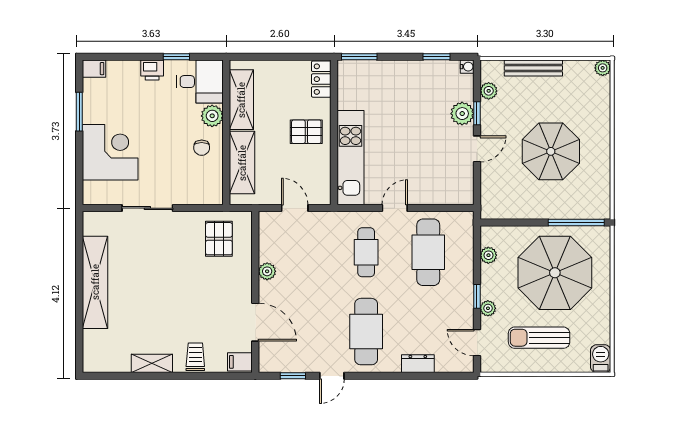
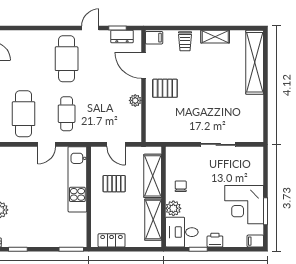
locker: (321, 79) -> (112, 240), moved, turned -90
pallet: (306, 132) -> (114, 184), moved
corner desk: (110, 152) -> (244, 205), moved
pallet: (219, 239) -> (165, 88), moved, turned 90
shelving: (95, 282) -> (255, 62), moved
dresser: (418, 364) -> (122, 36), moved

